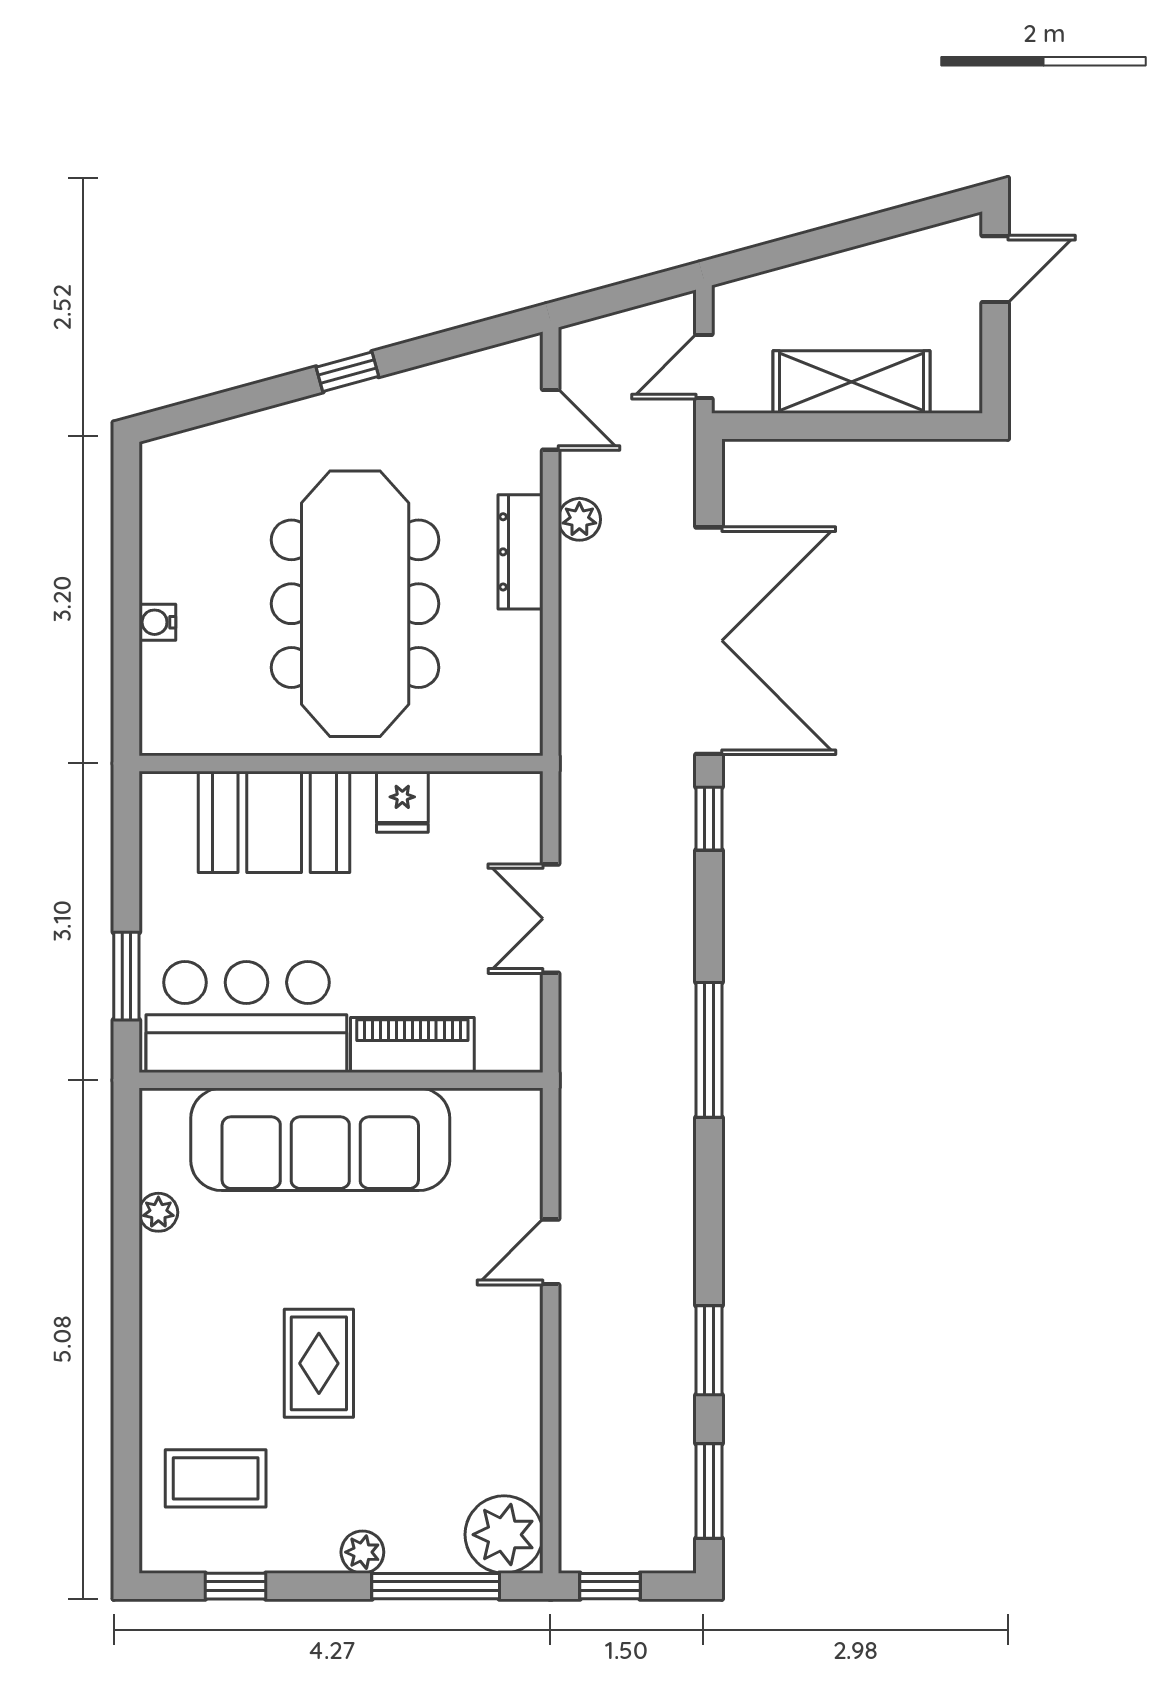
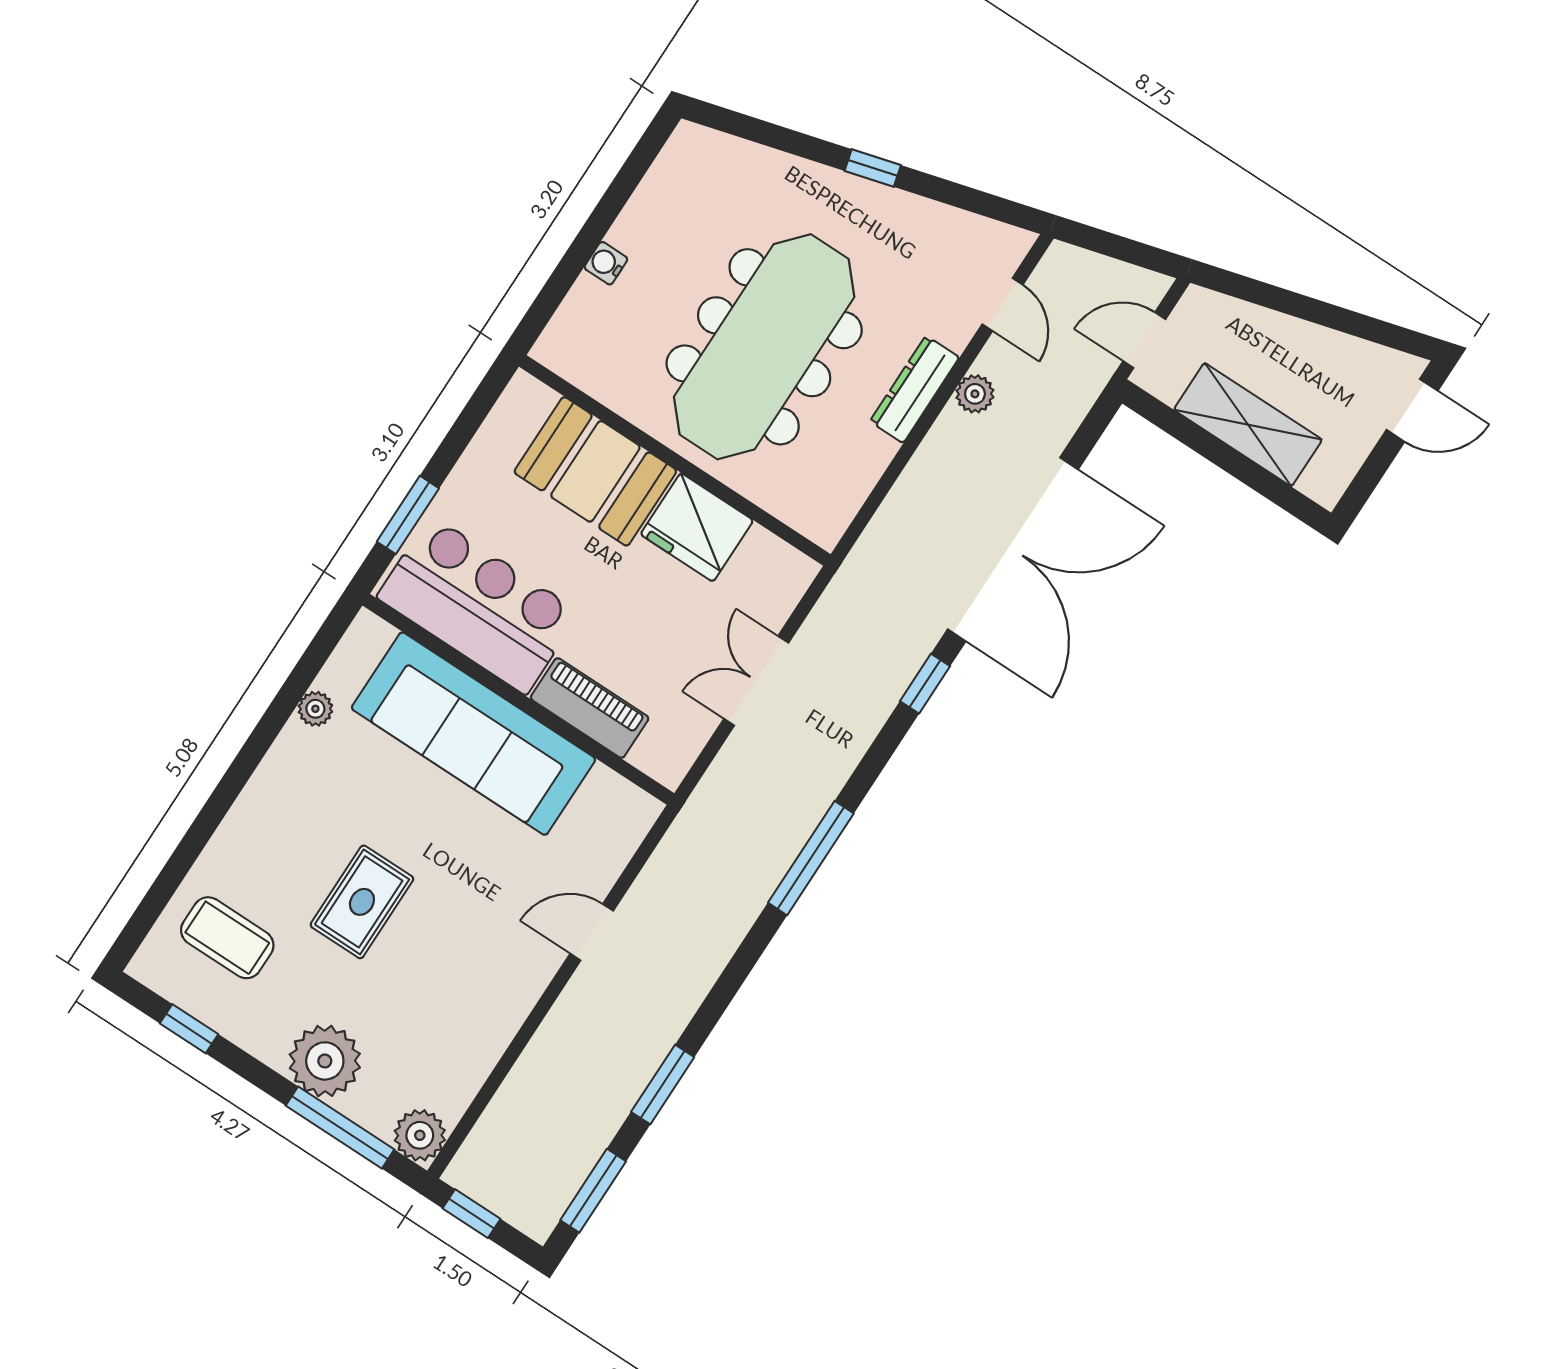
fridge: (402, 802) -> (697, 527), width x1.88, depth x1.34
plant: (504, 1535) -> (420, 1135), width x0.73, depth x0.73
plant: (362, 1552) -> (325, 1061), width x1.87, depth x1.87

